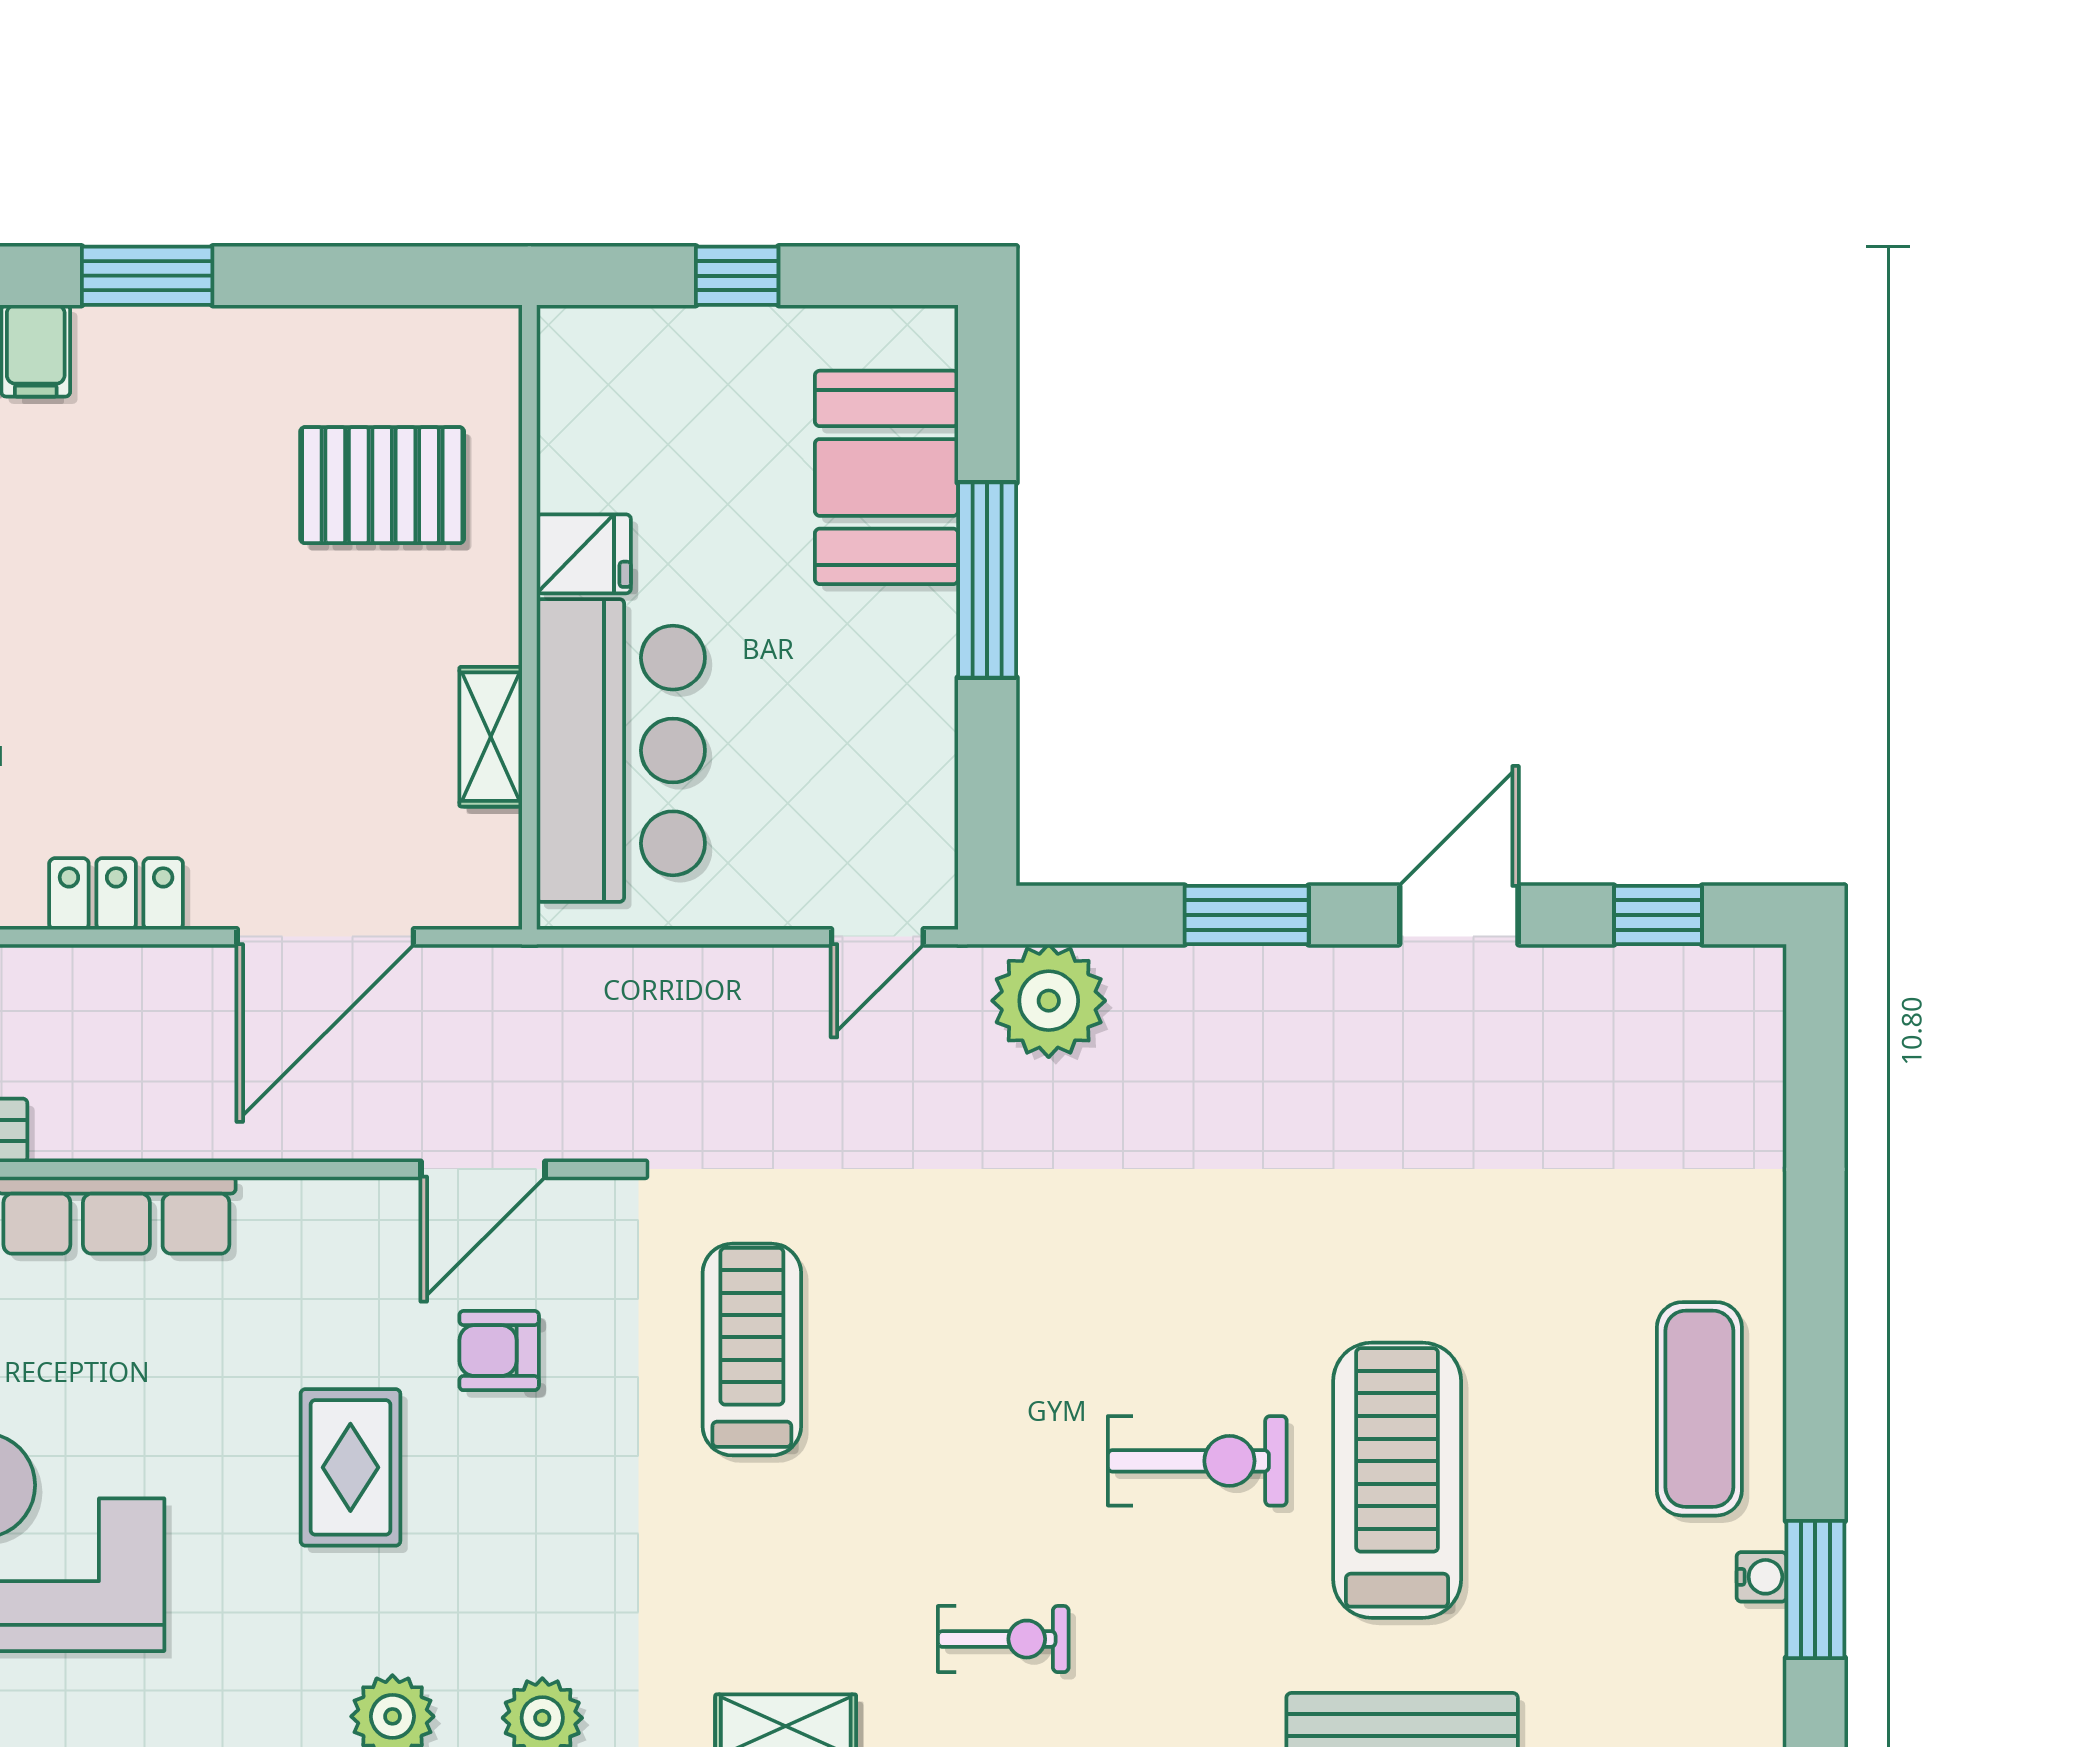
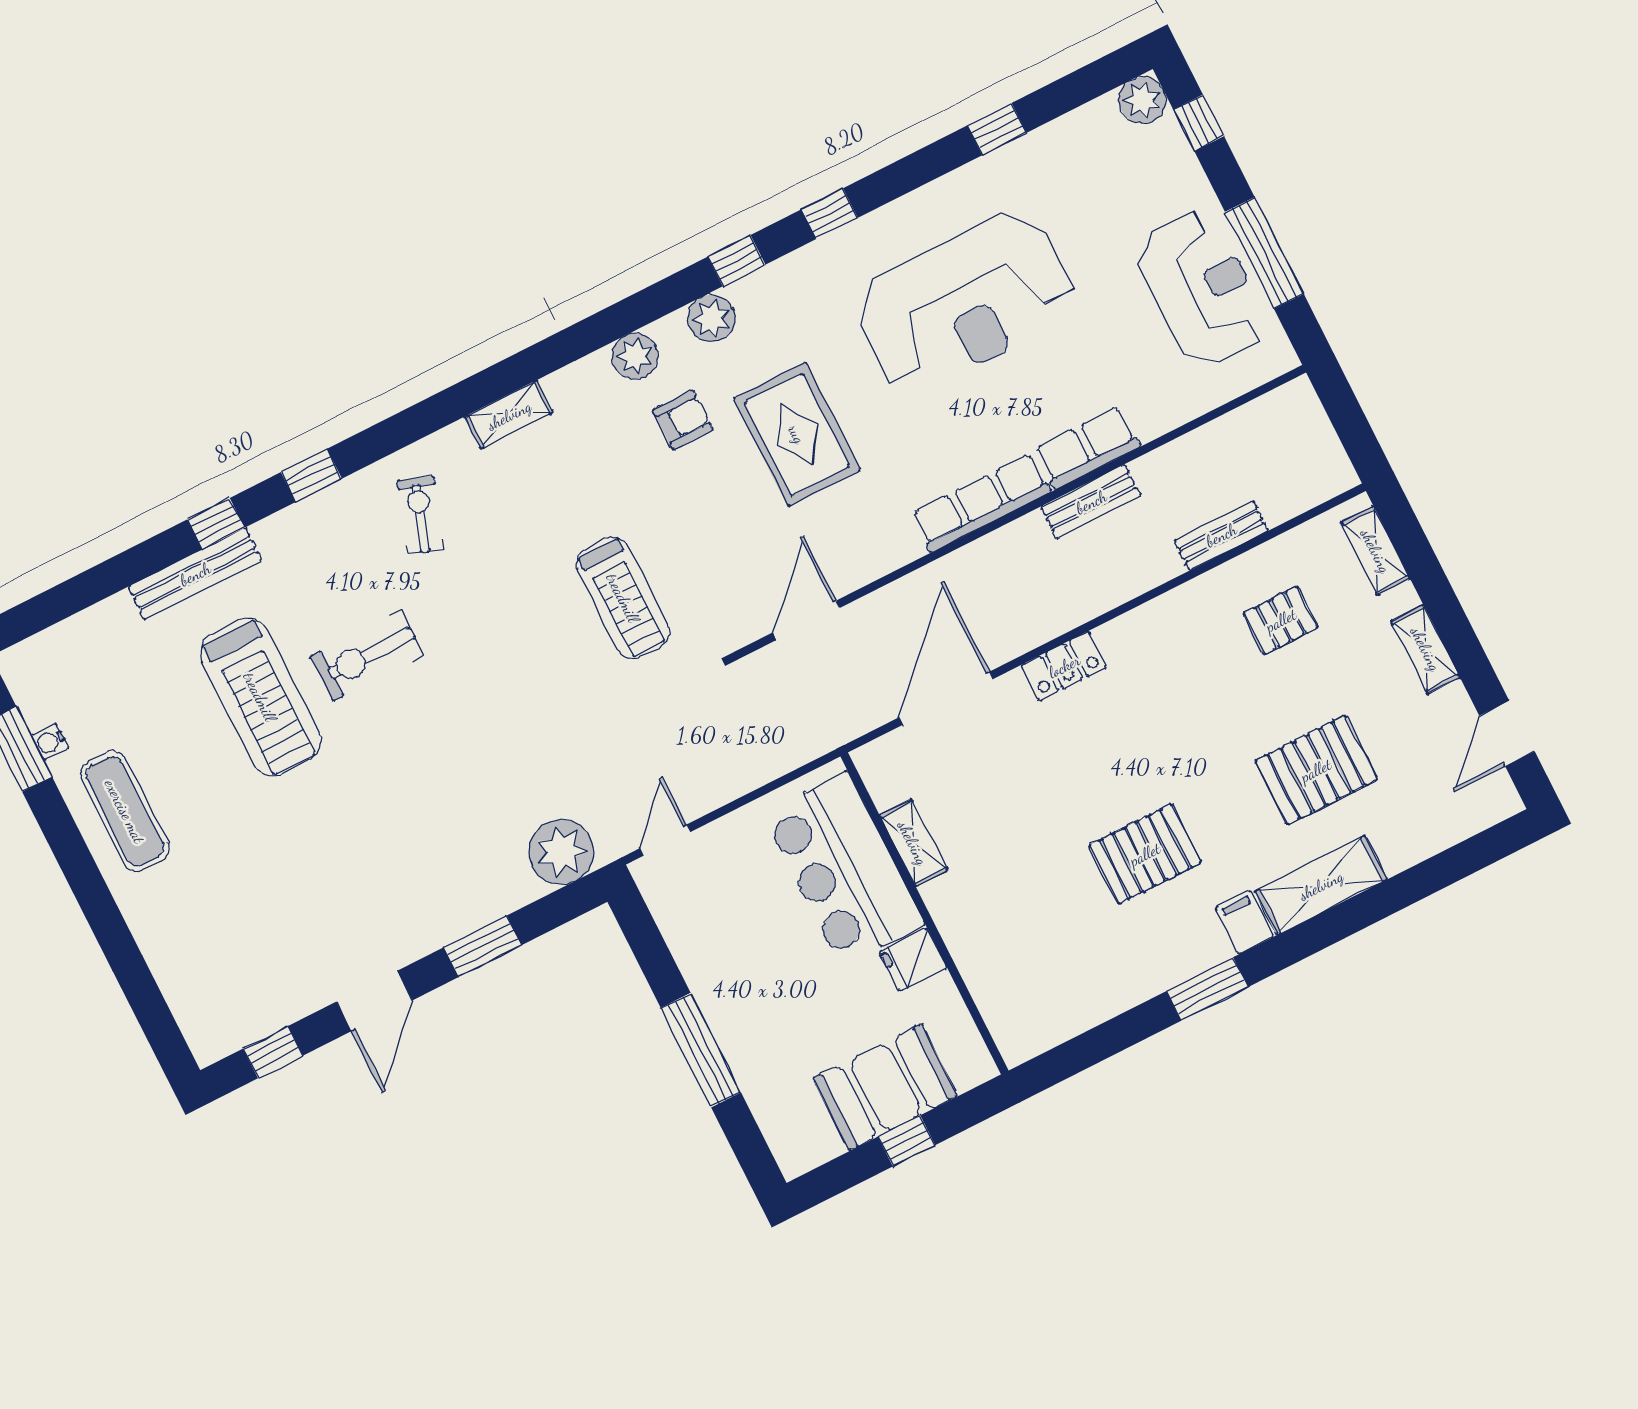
booth: (887, 477) -> (885, 1087), moved, turned 90
pallet: (382, 485) -> (1145, 854), moved
armchair: (499, 1351) -> (683, 420), moved
rug: (350, 1467) -> (797, 434), width x1.36, depth x1.43
exercise bike: (1003, 1639) -> (420, 515), turned 109

